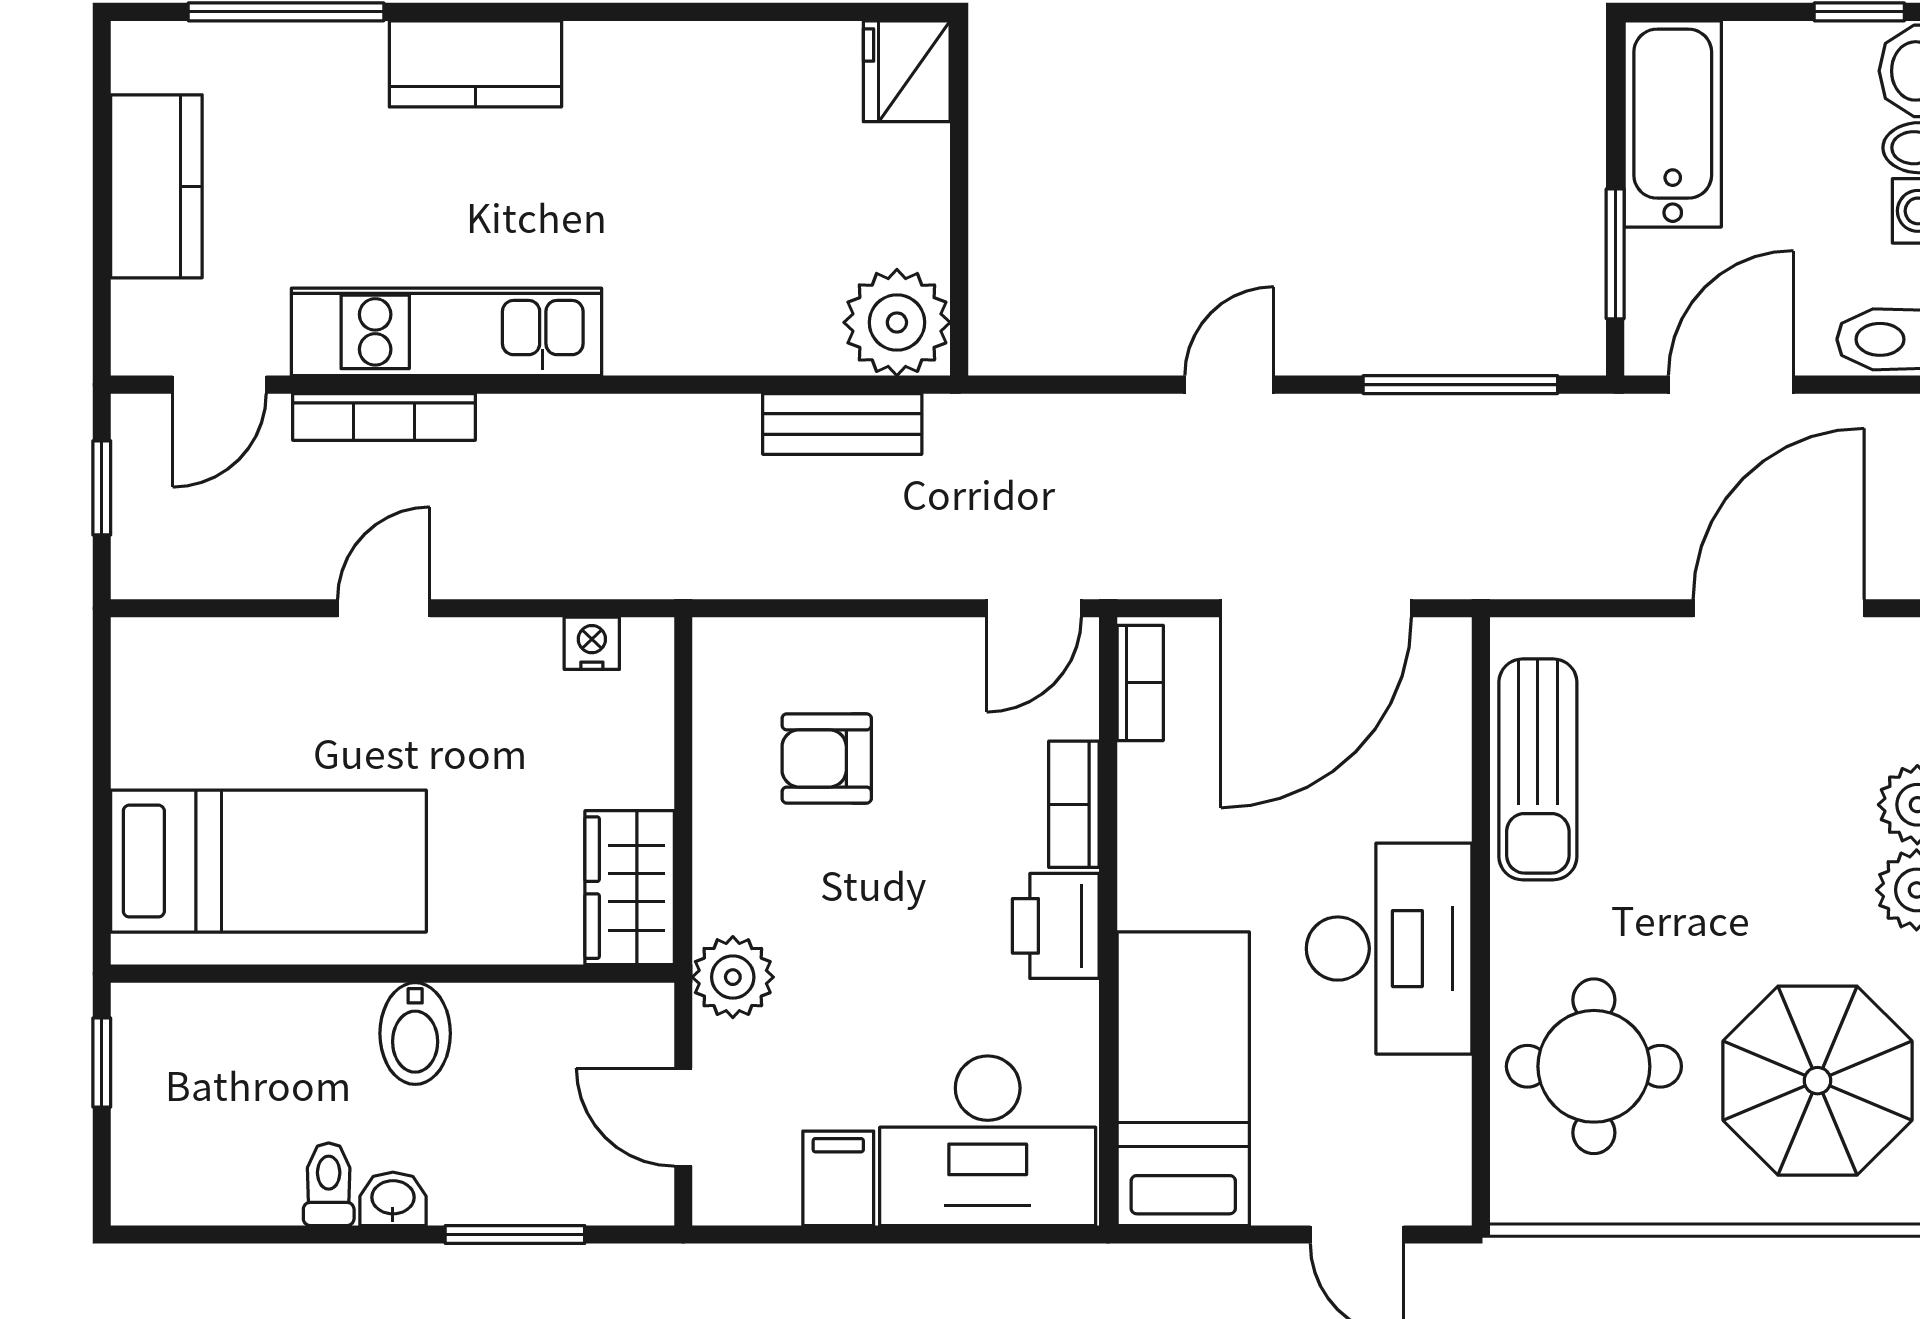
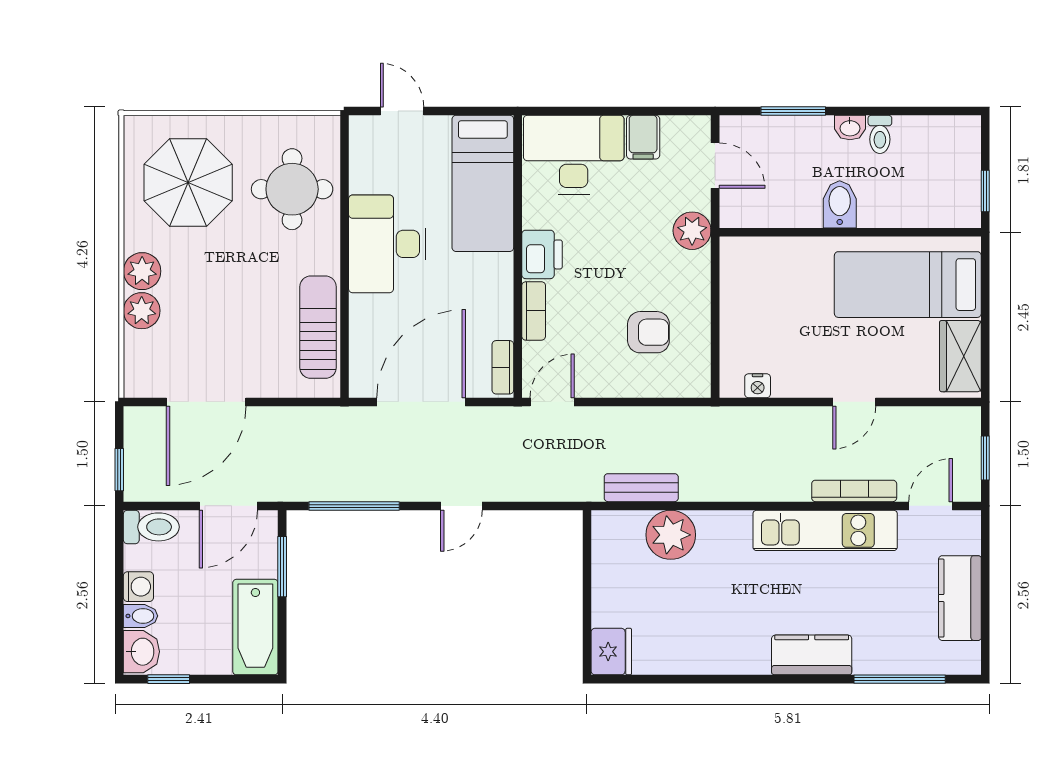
plant: (897, 322) -> (671, 535), moved
wardrobe: (630, 888) -> (960, 356), moved, turned 180

